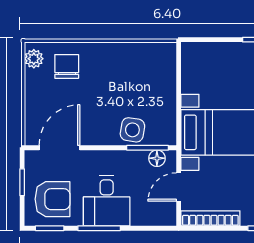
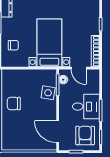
plant: (34, 59) -> (10, 145), removed
chair: (222, 65) -> (13, 45), added
chair: (67, 66) -> (14, 104), moved

